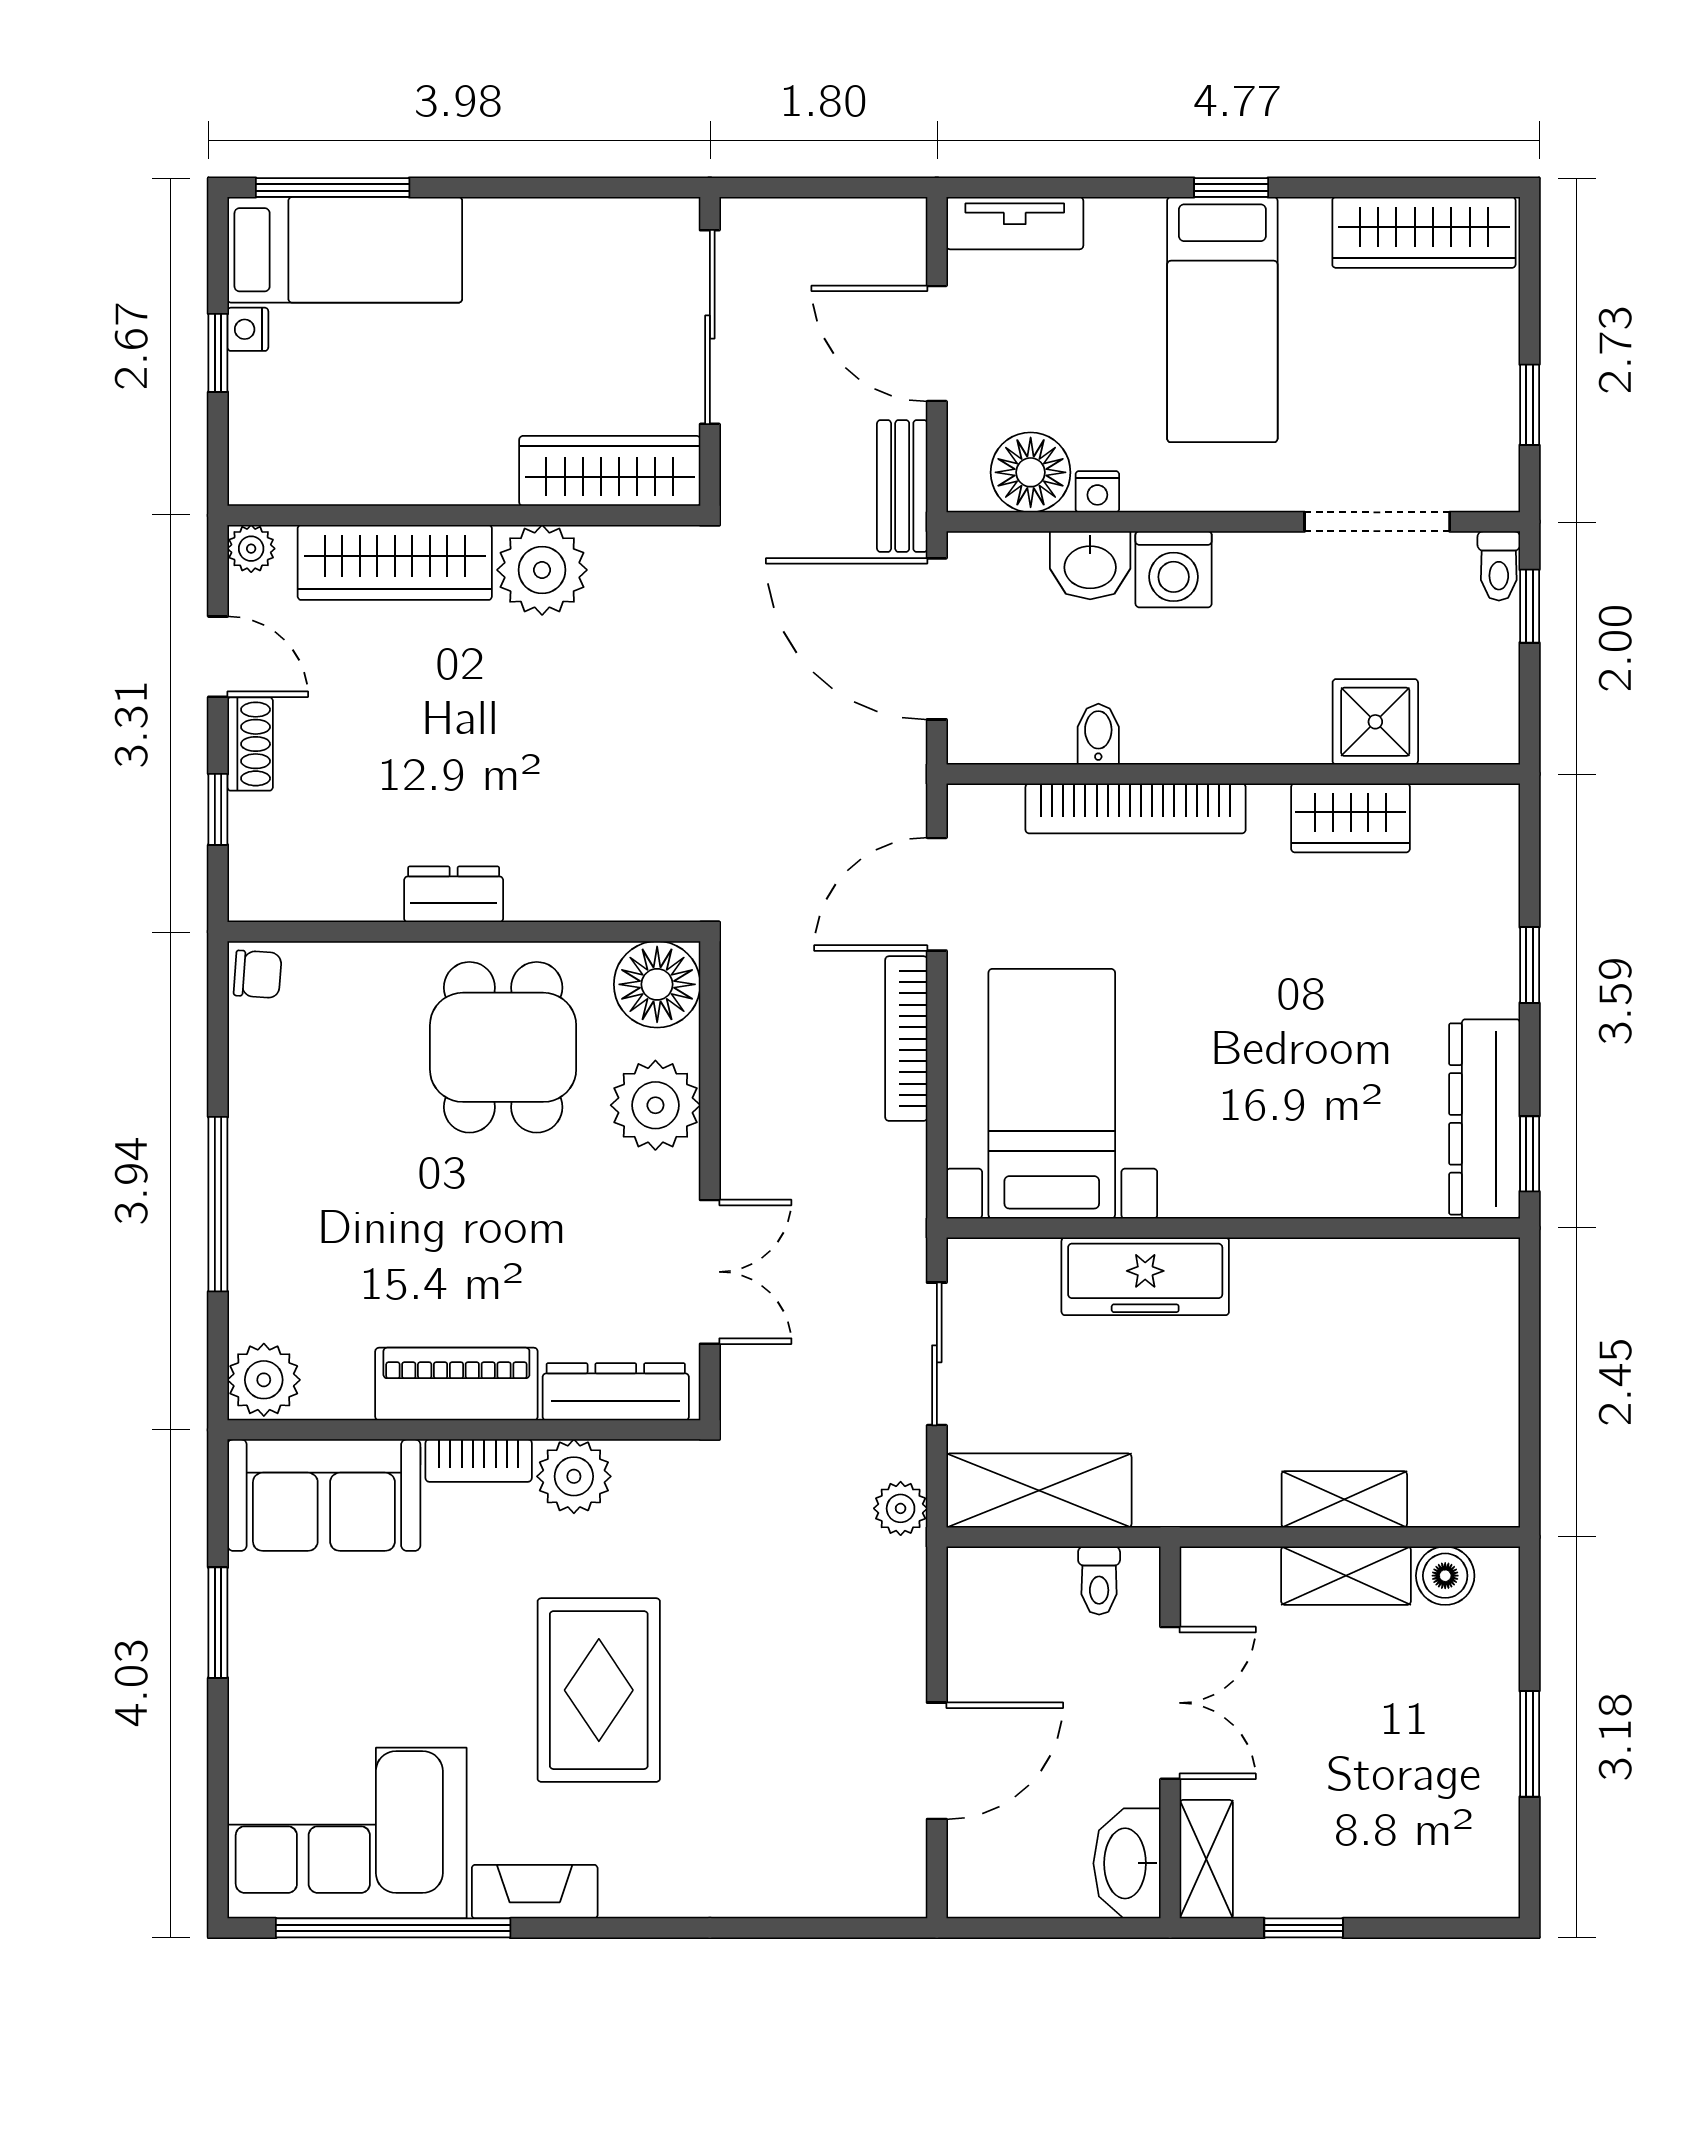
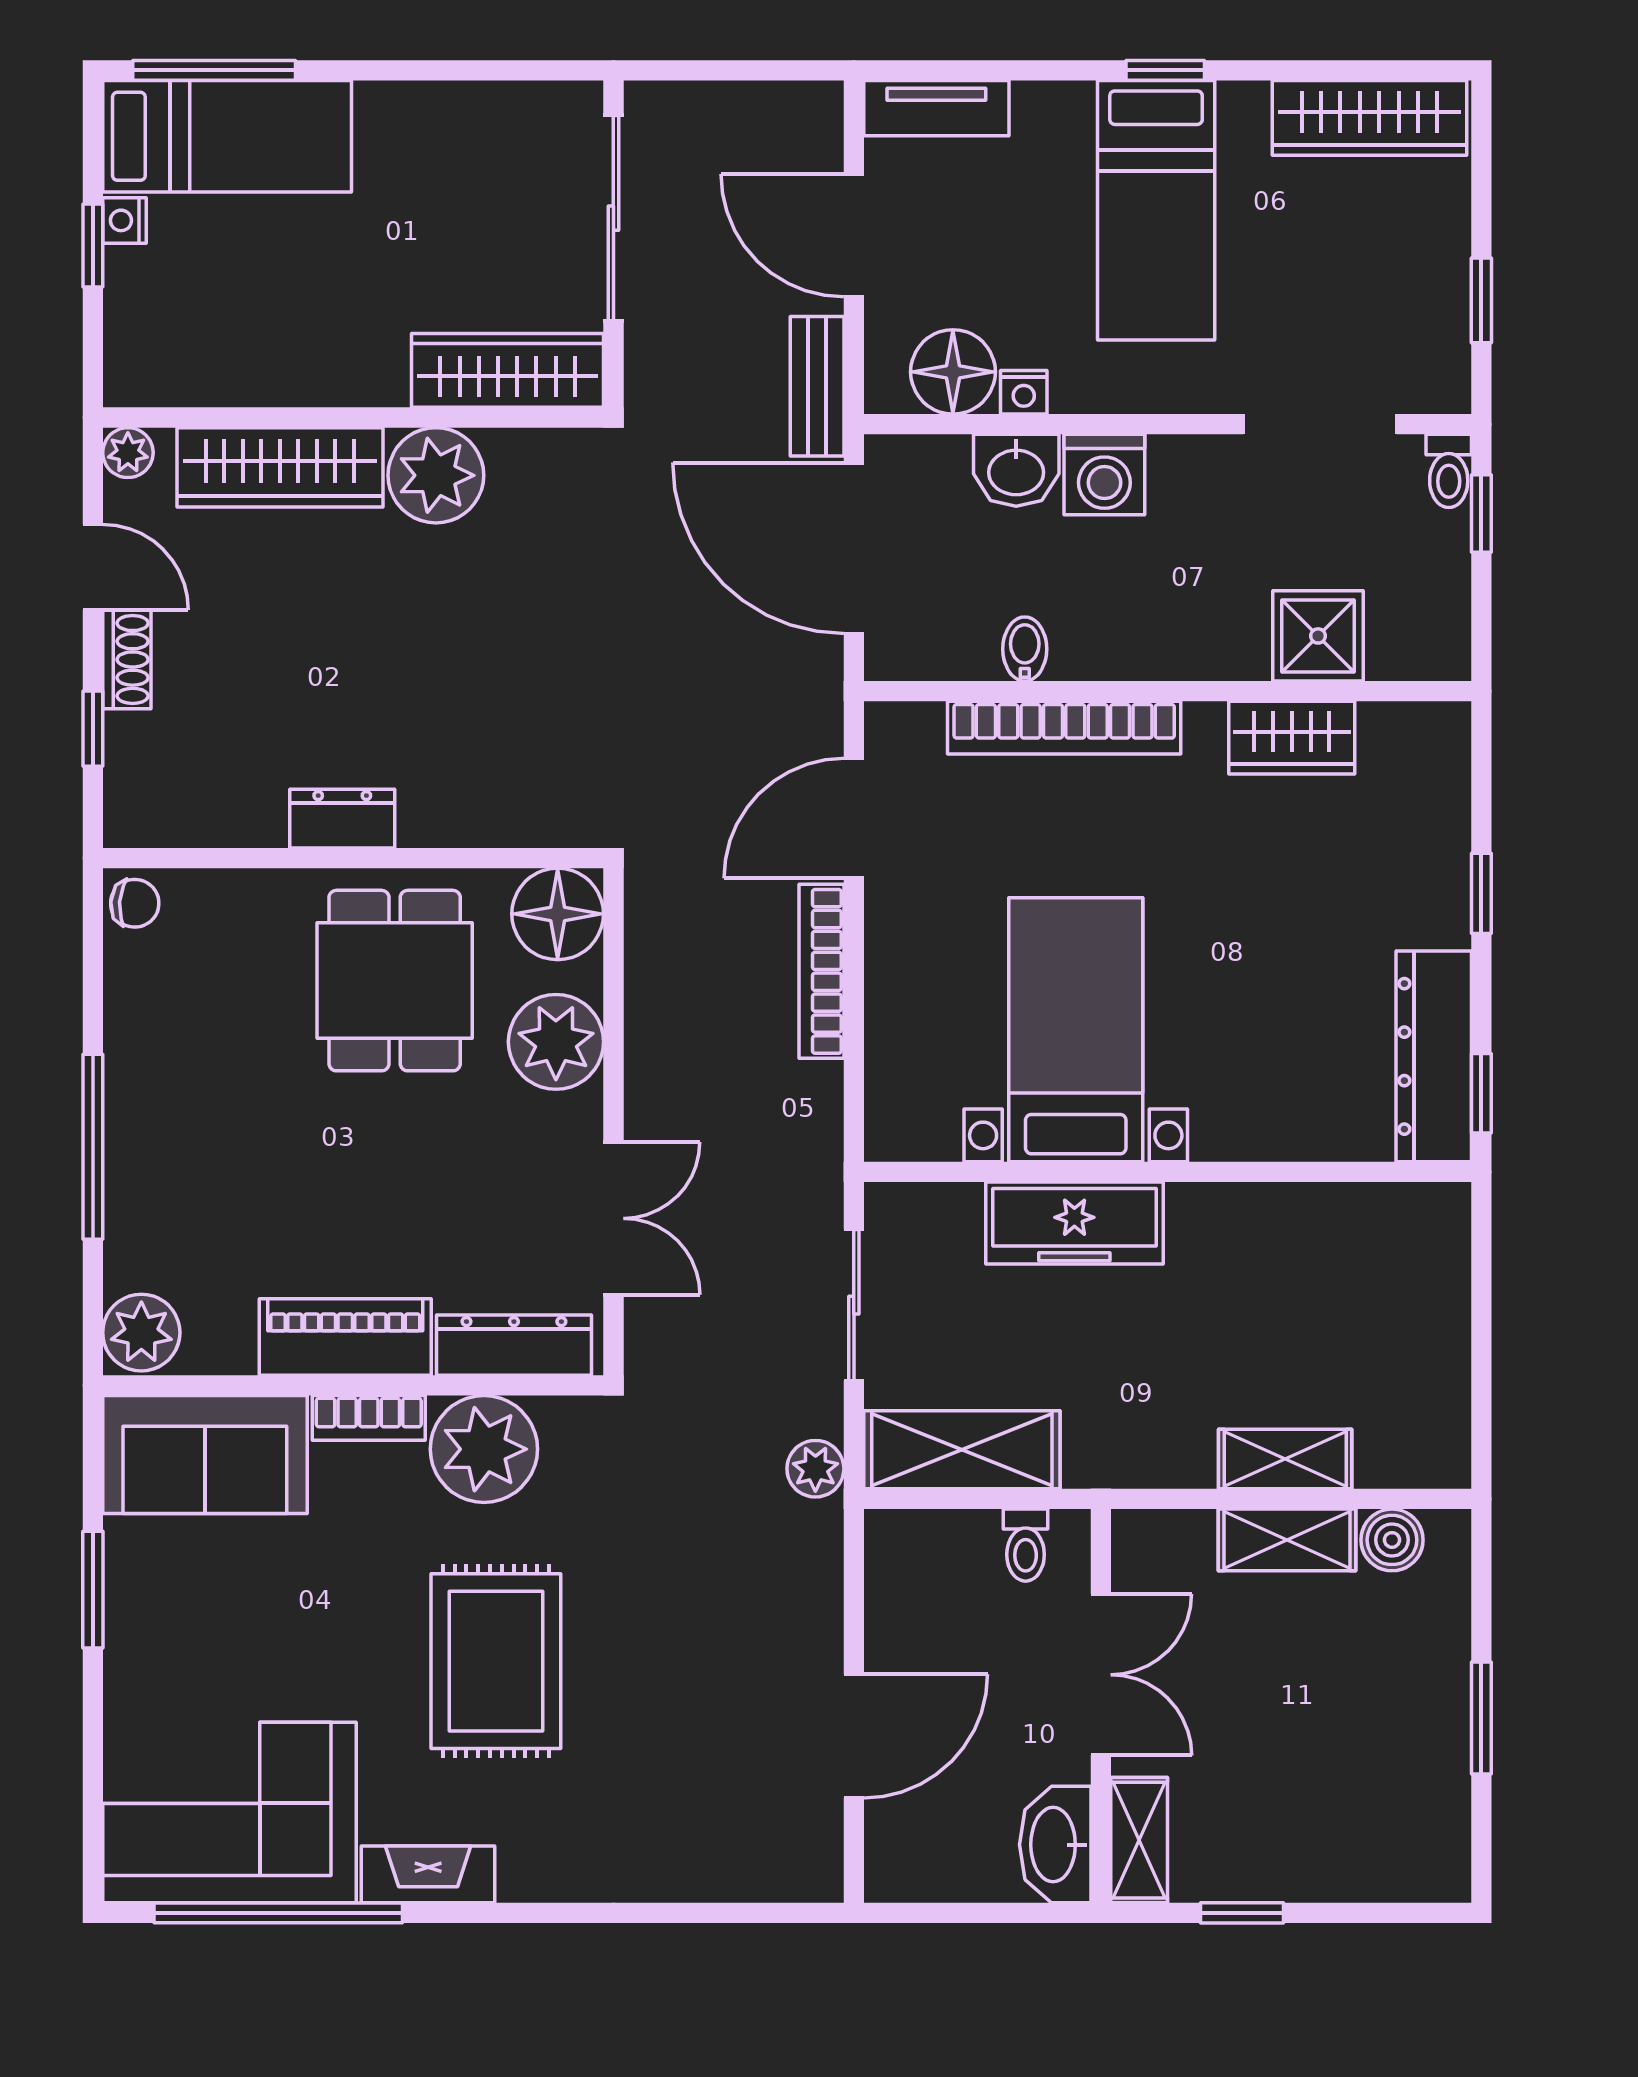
bed with nightstands: (1052, 1094) -> (1076, 1030), moved
plant: (574, 1476) -> (484, 1449), width x1.36, depth x1.36

